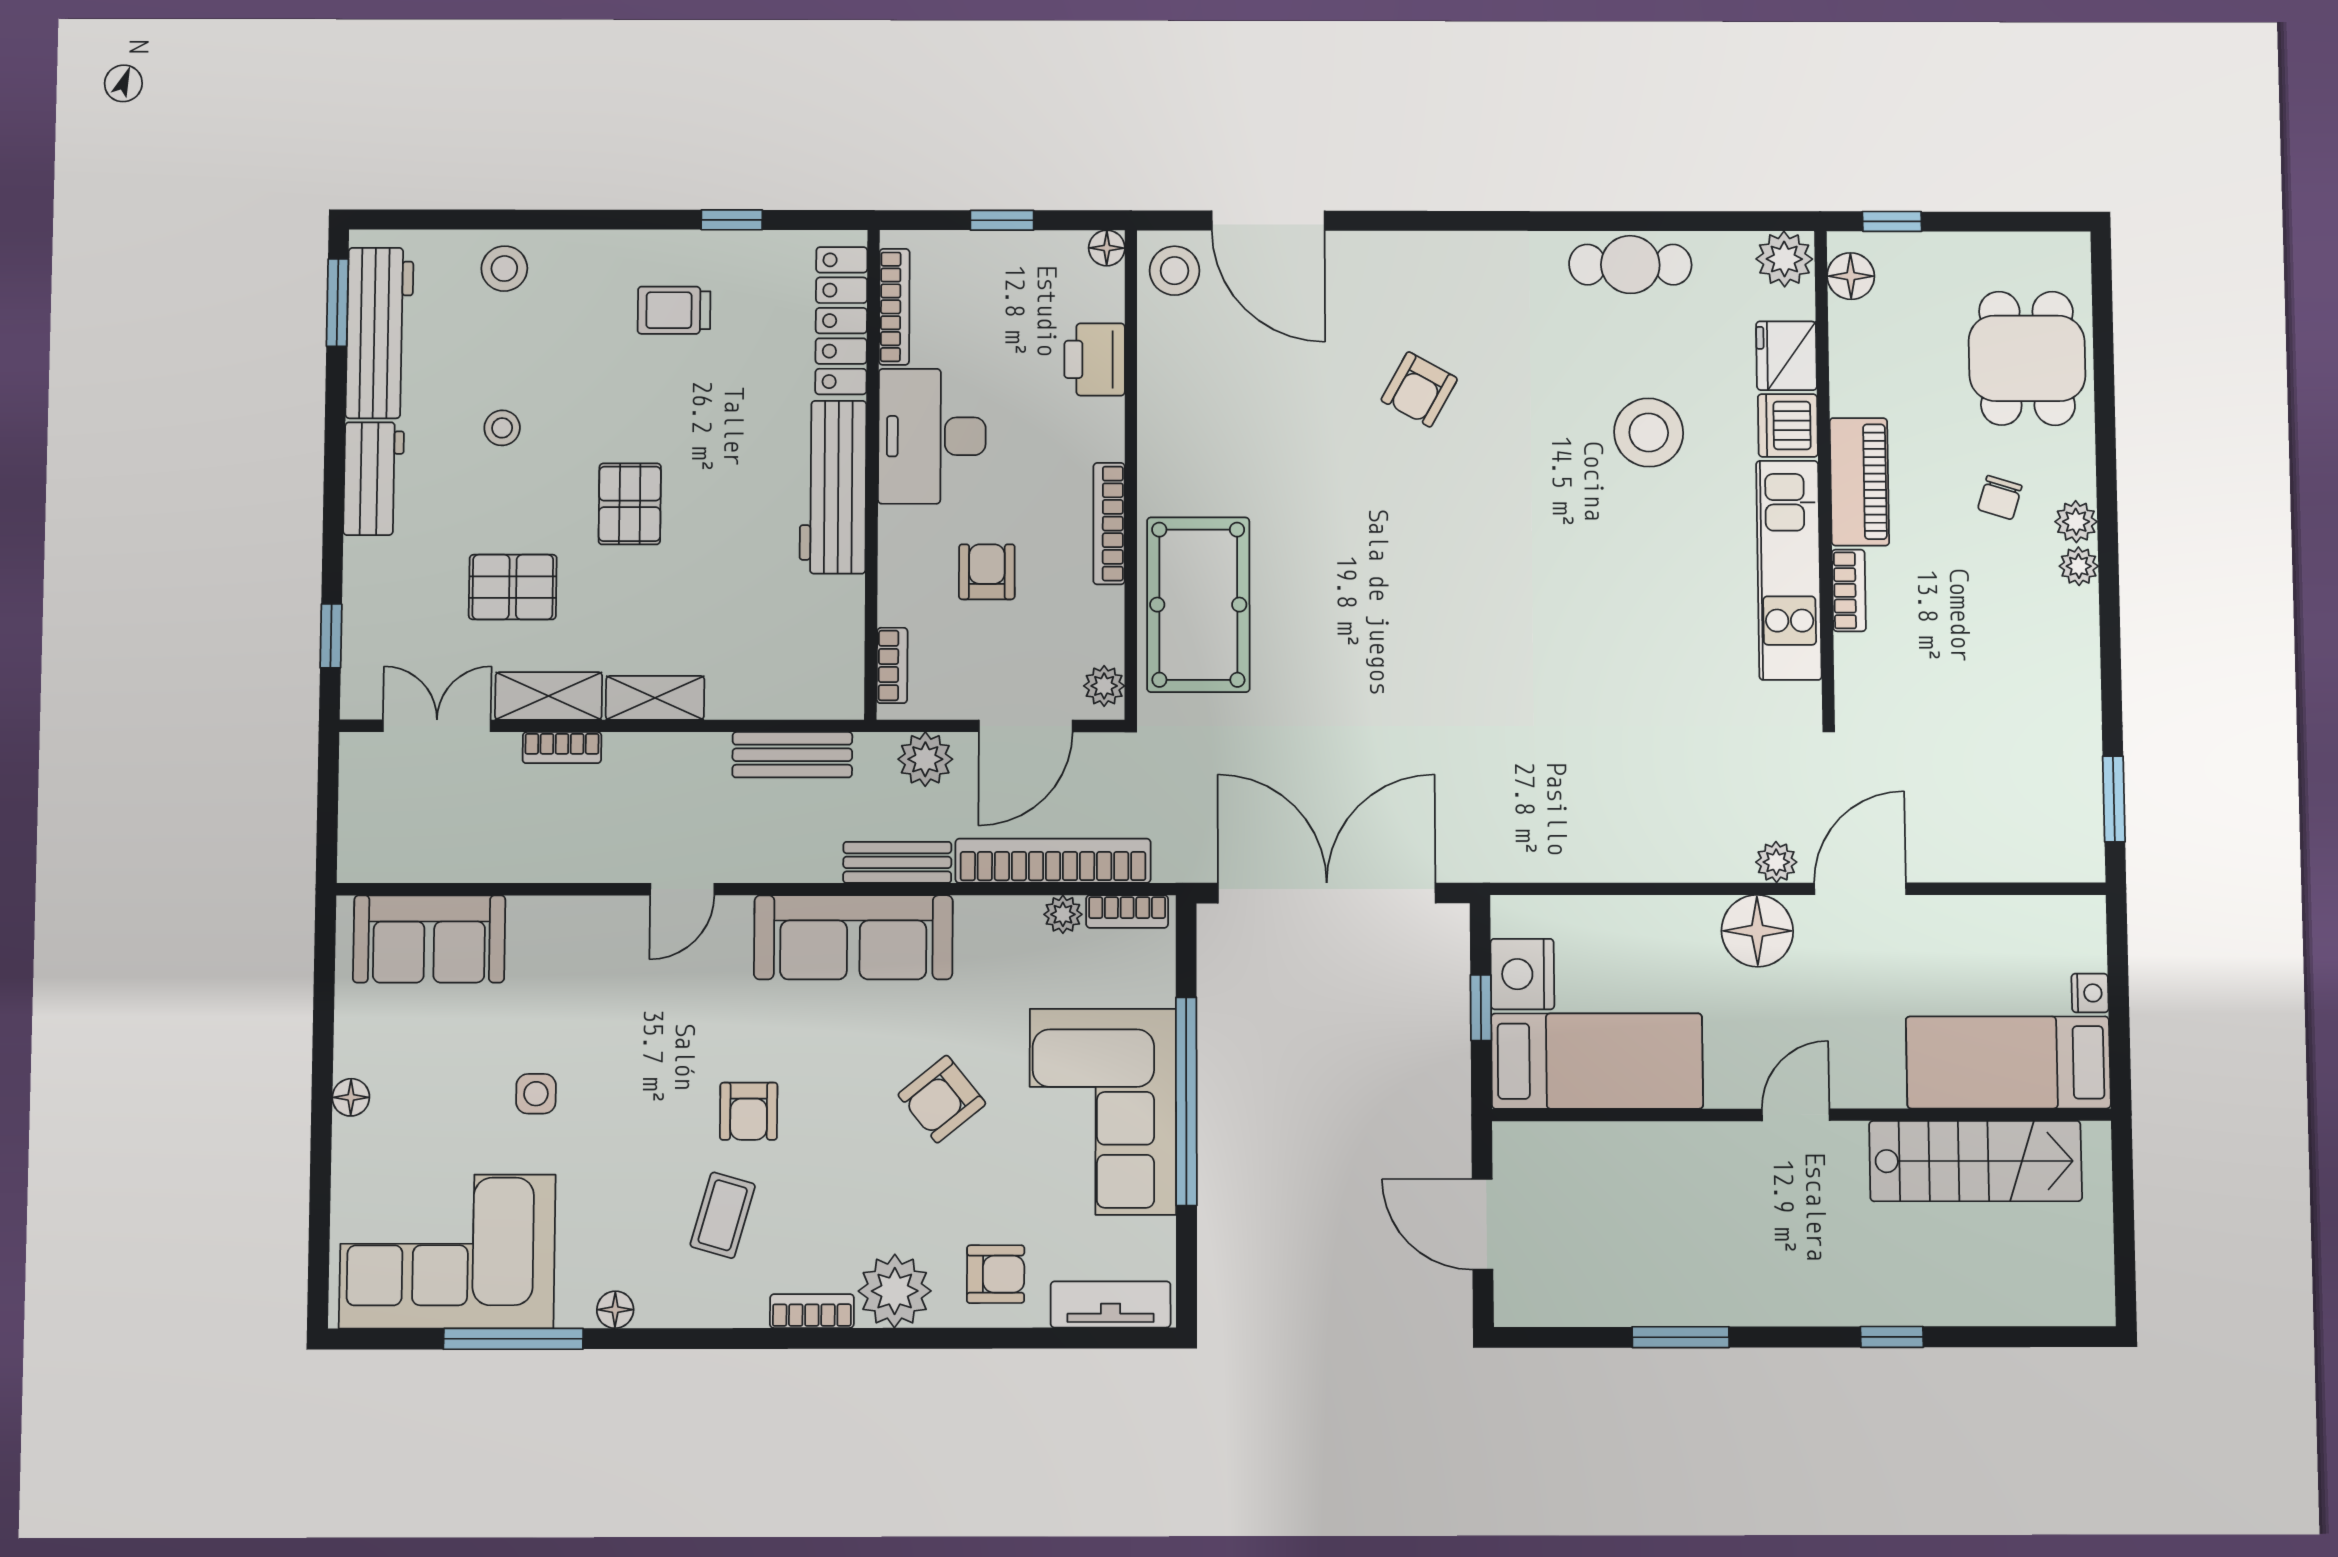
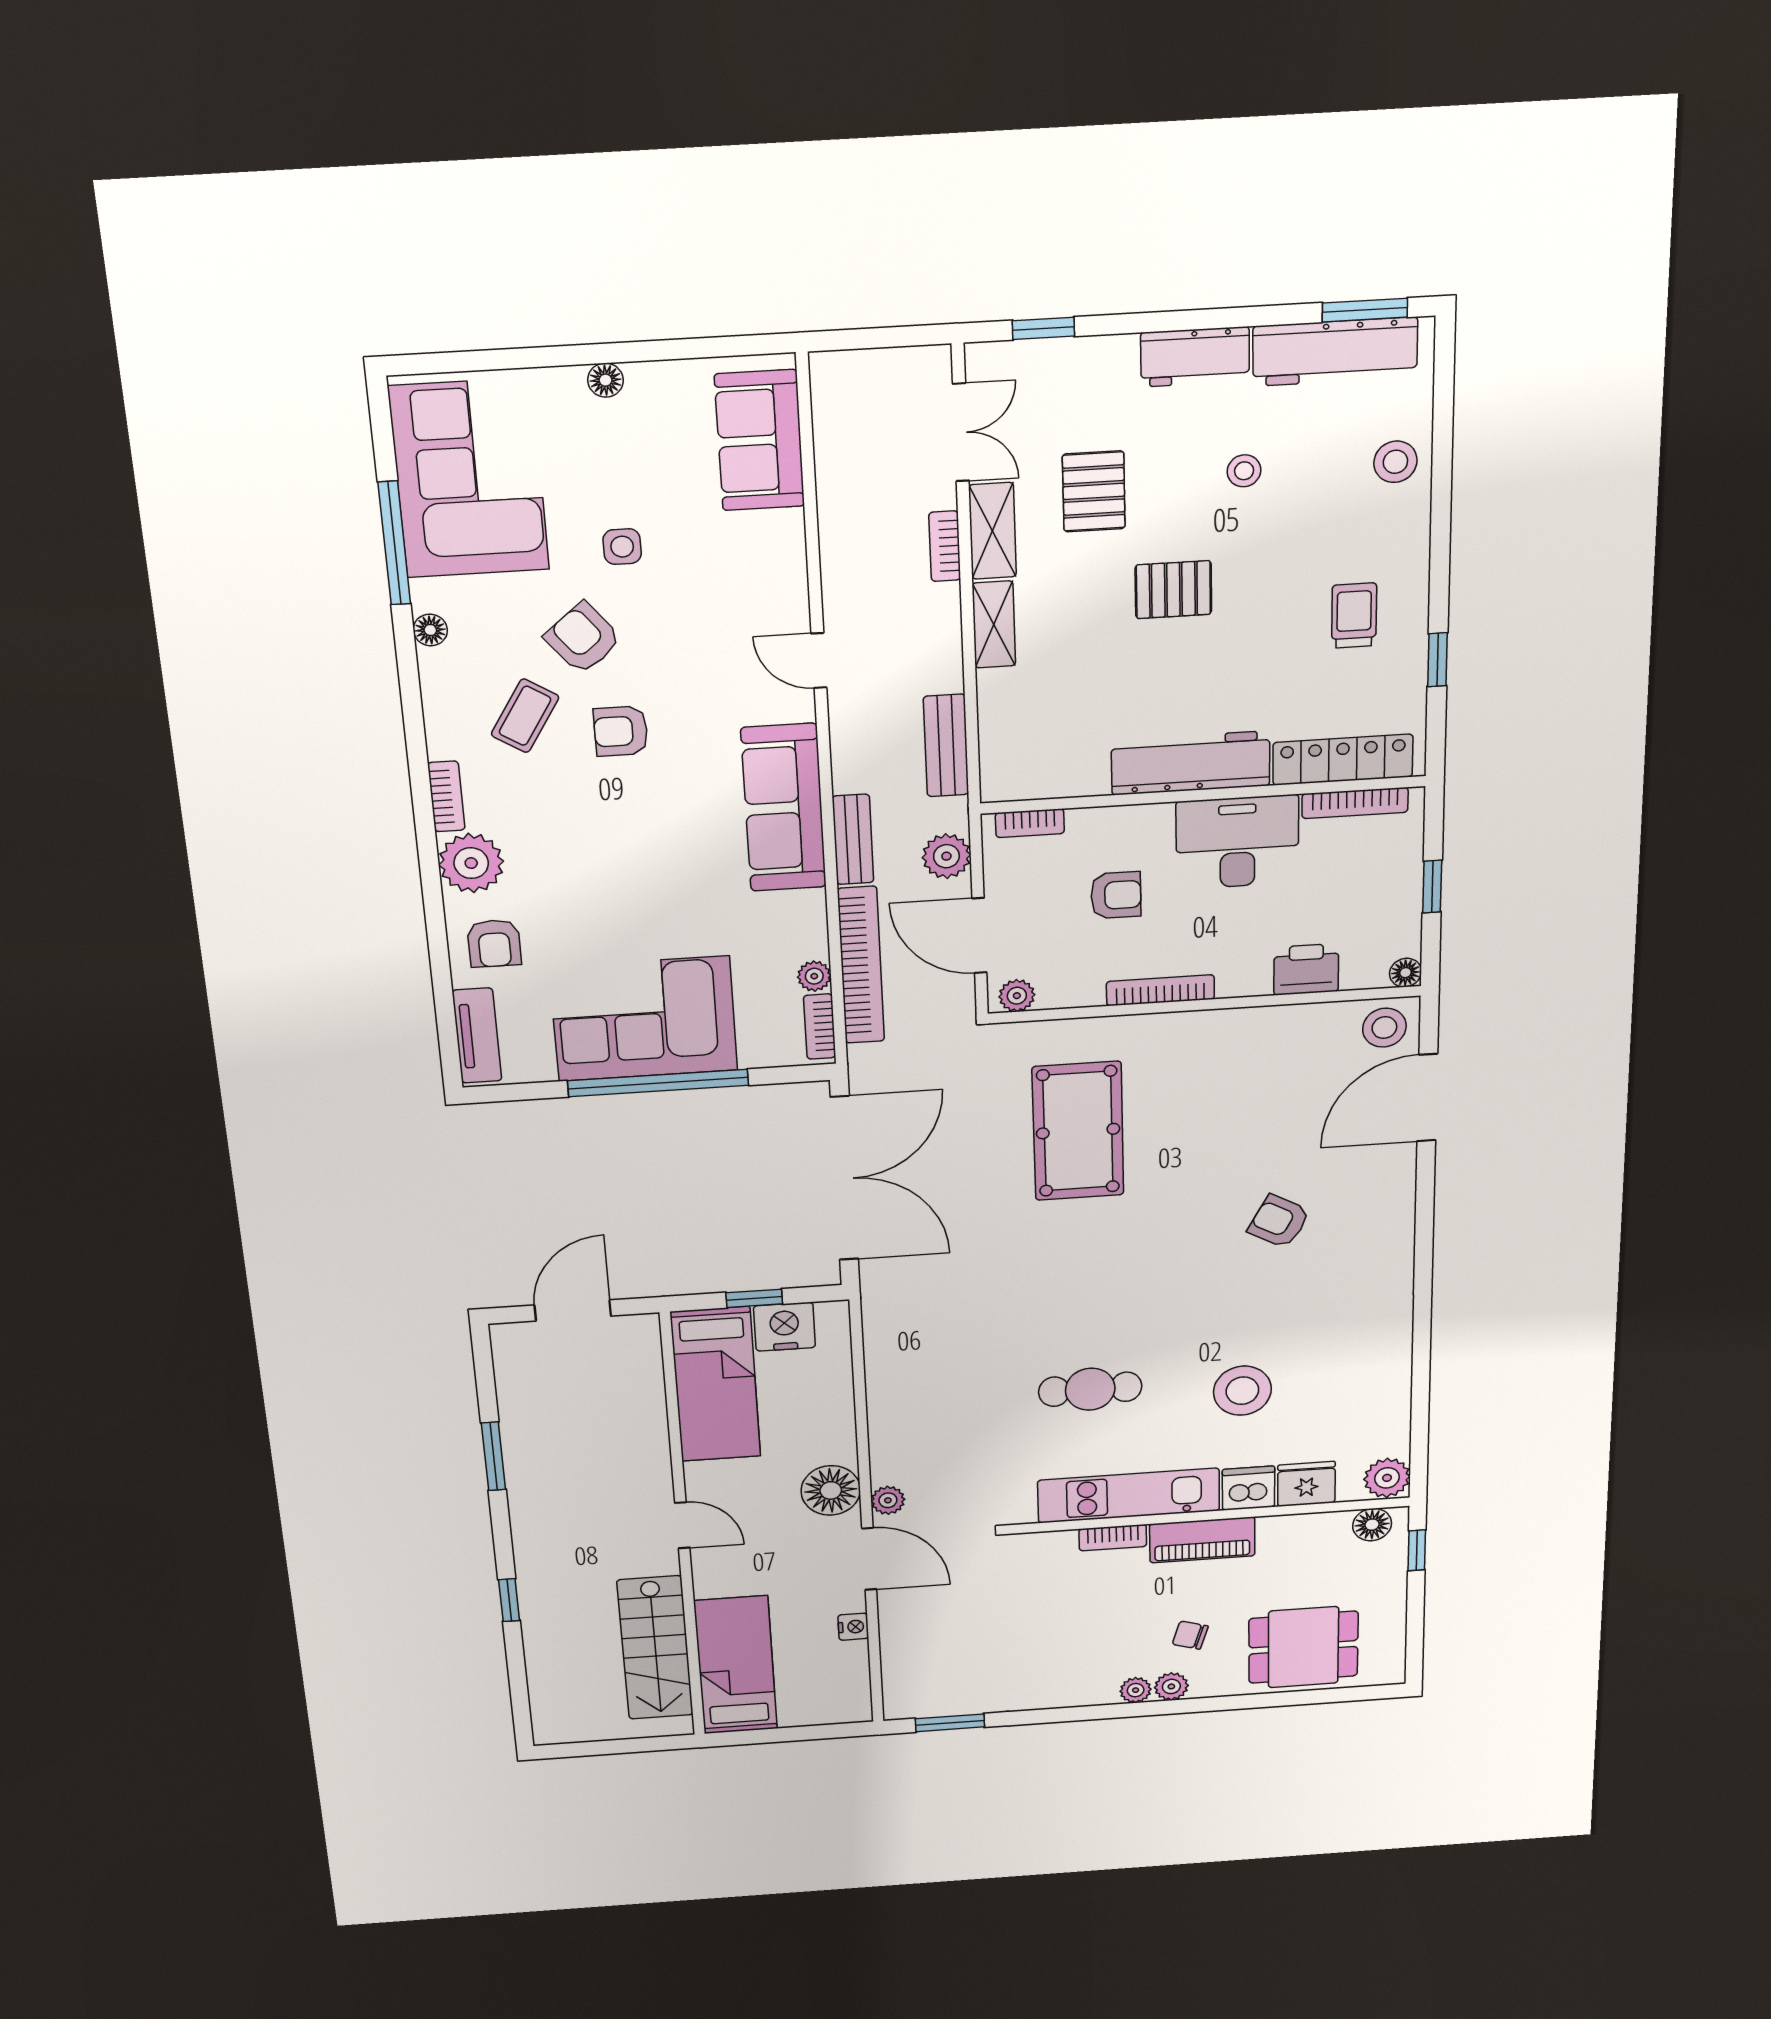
cafe table: (1630, 265) -> (1090, 1389), moved, turned 90
pool table: (1198, 605) -> (1078, 1131), moved, turned 90
nightstand: (2090, 993) -> (853, 1627), moved, turned -90
armchair: (942, 1099) -> (583, 638), moved
coffee table: (723, 1215) -> (525, 716), turned -74

